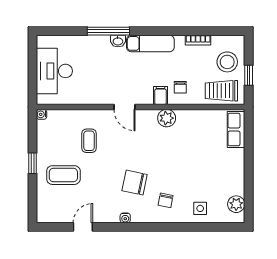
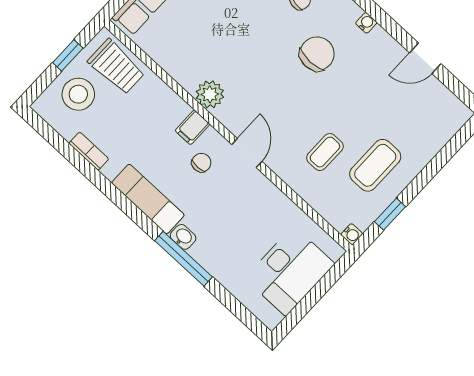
chair: (180, 87) -> (201, 163), moved
window: (32, 163) -> (390, 214), moved
coffee table: (63, 175) -> (375, 165), moved, turned 90
chair: (135, 183) -> (317, 54), turned -102

